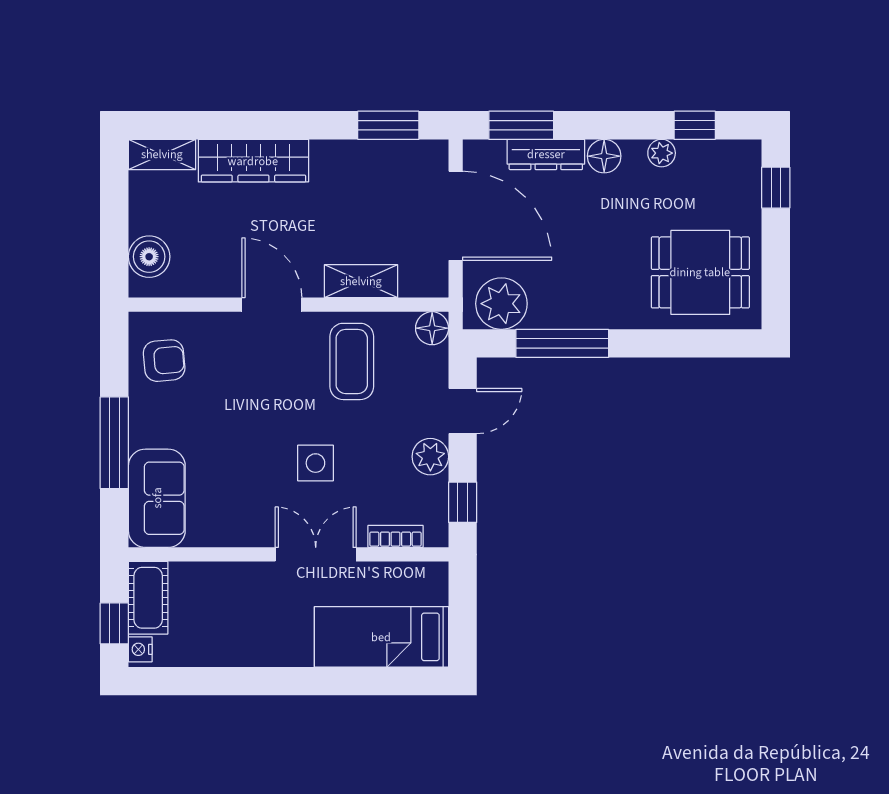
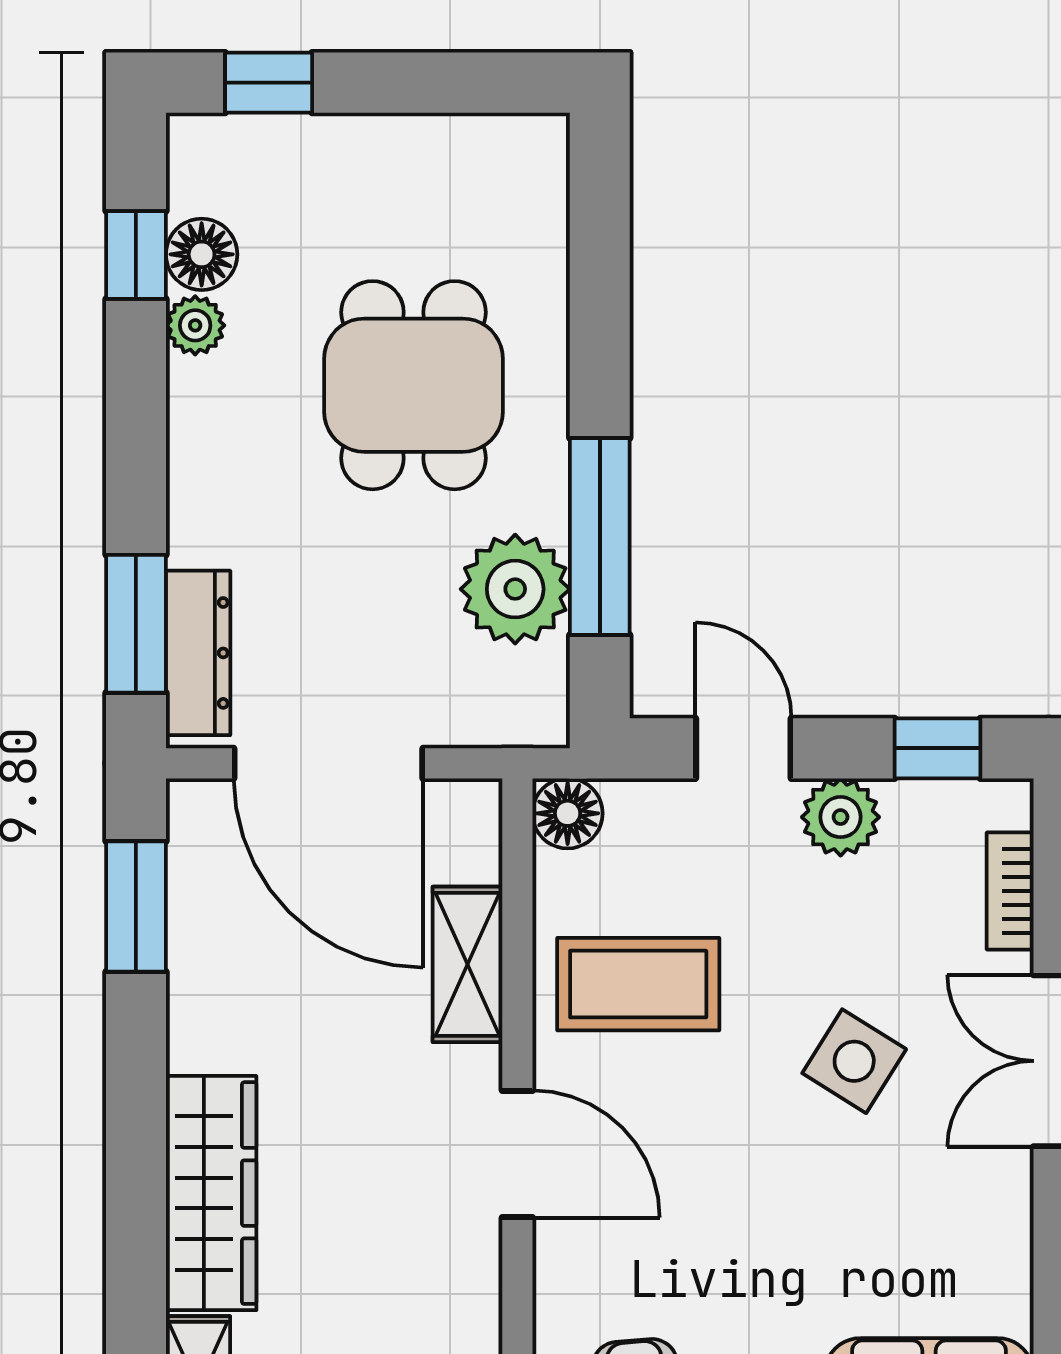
dresser: (546, 154) -> (198, 653), moved
floor lamp: (604, 156) -> (202, 254), moved
door: (456, 216) -> (328, 763), swing flipped
dining table: (700, 272) -> (414, 385), moved
plant: (501, 304) -> (515, 589), moved
door: (272, 305) -> (517, 1154), swing flipped
side table: (315, 463) -> (854, 1061), turned 32

